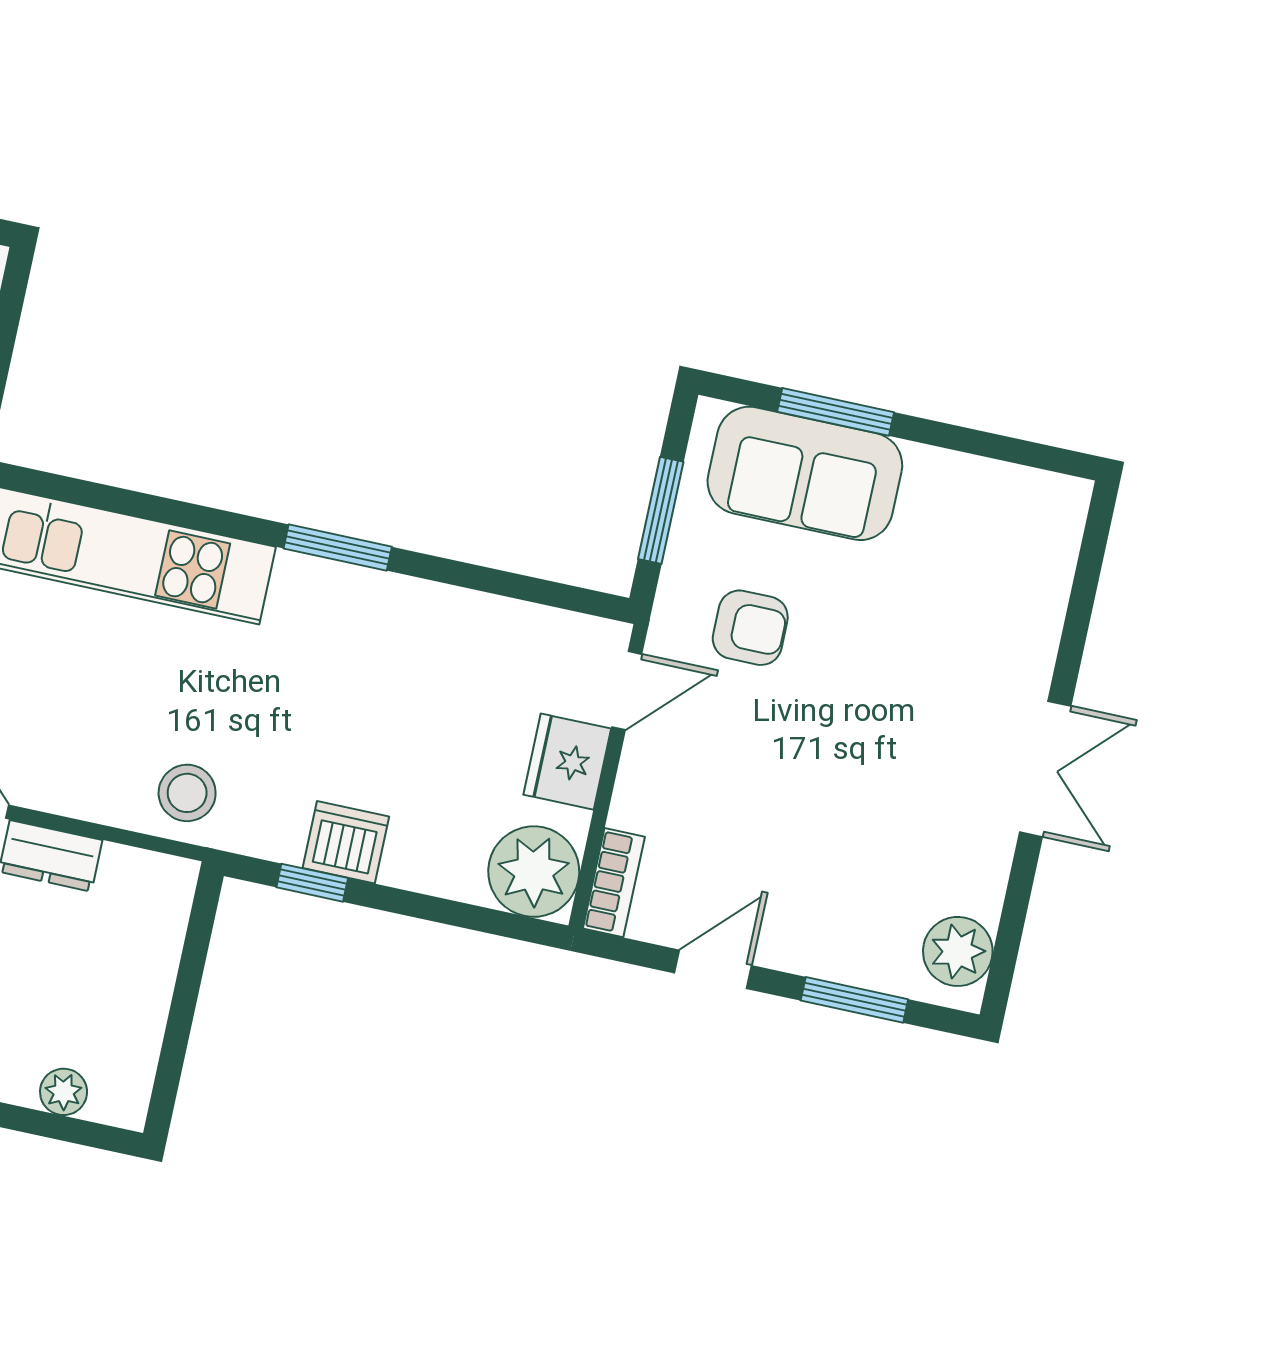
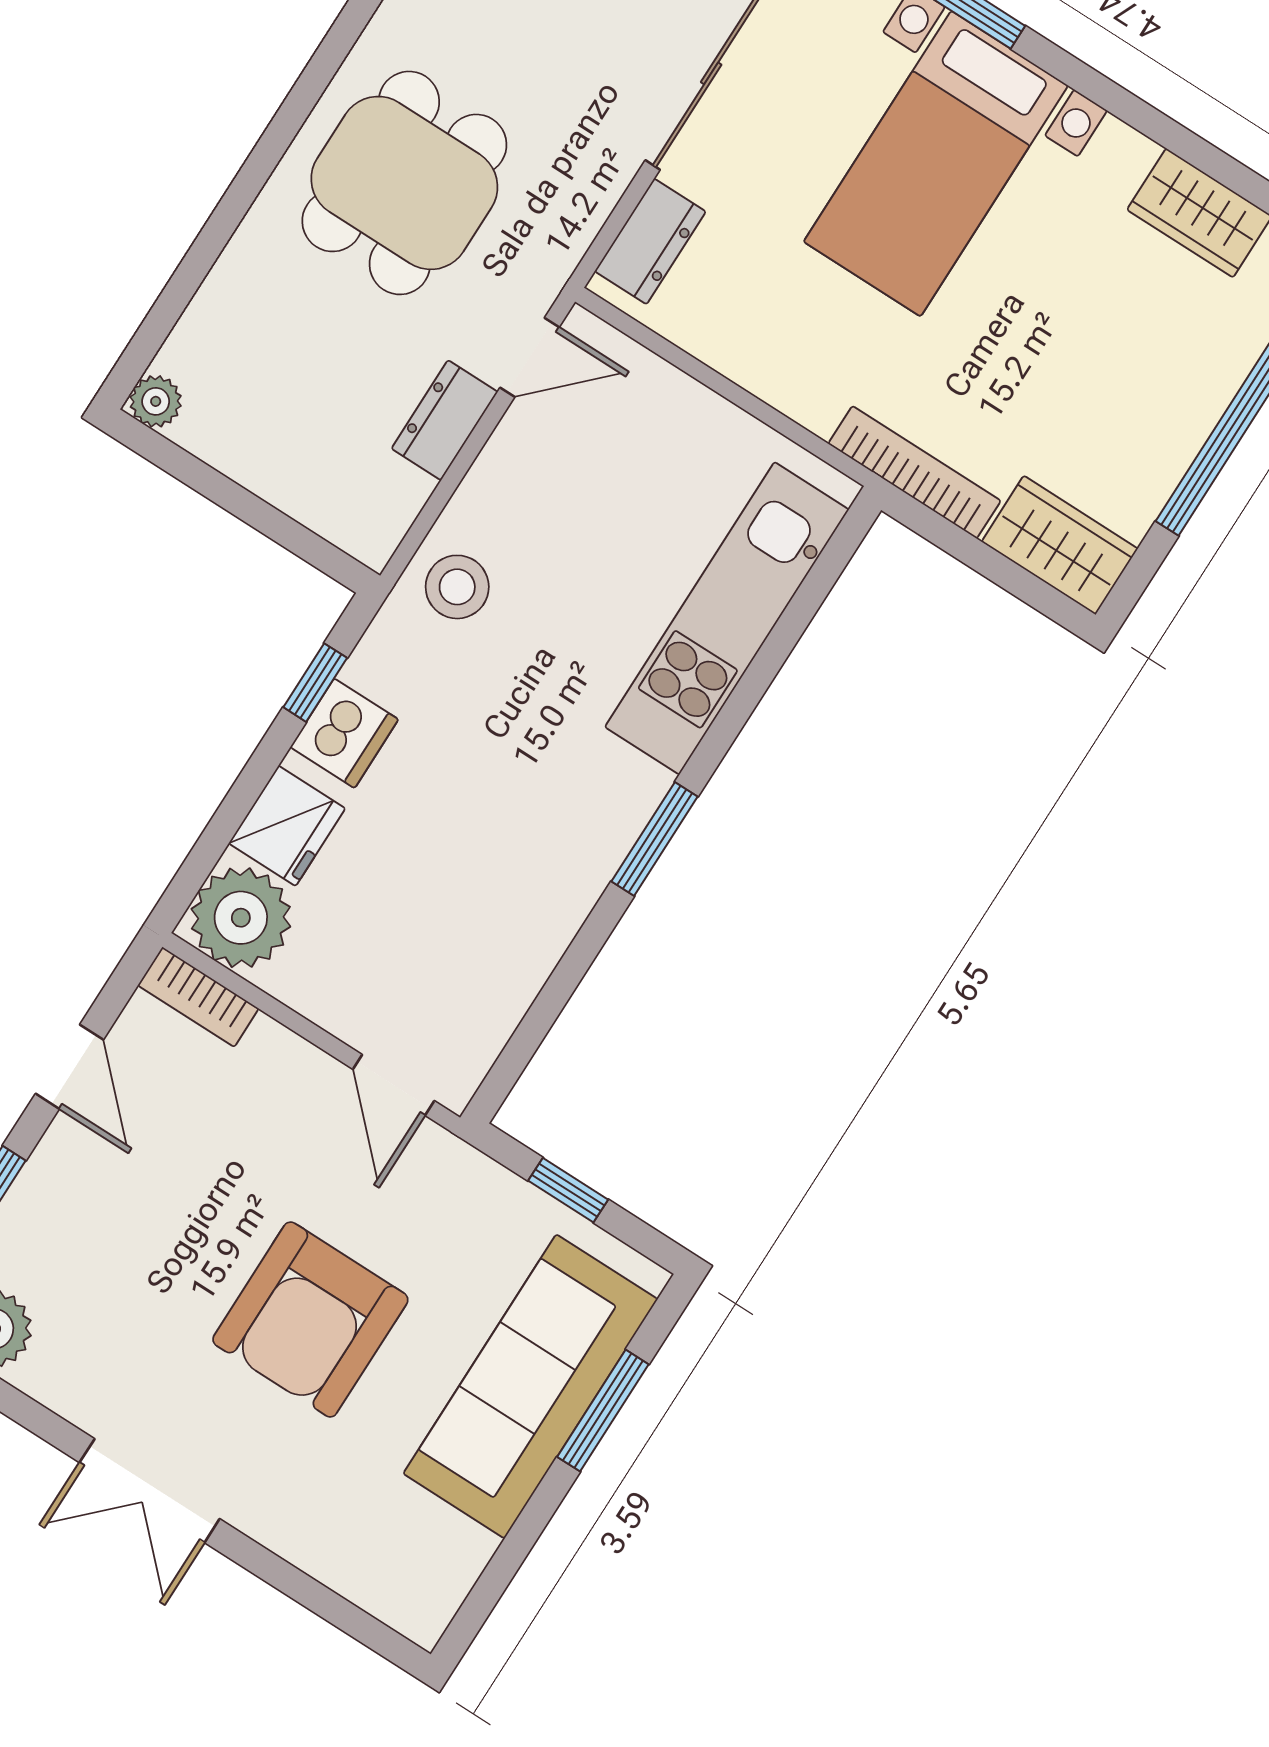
sofa: (805, 473) -> (530, 1386), width x1.36
window: (661, 510) -> (568, 1190), width x0.67
armchair: (750, 628) -> (310, 1319), moved, width x1.88, depth x1.88
fridge: (567, 762) -> (287, 826), moved, turned 90
plant: (64, 1092) -> (156, 401), moved

